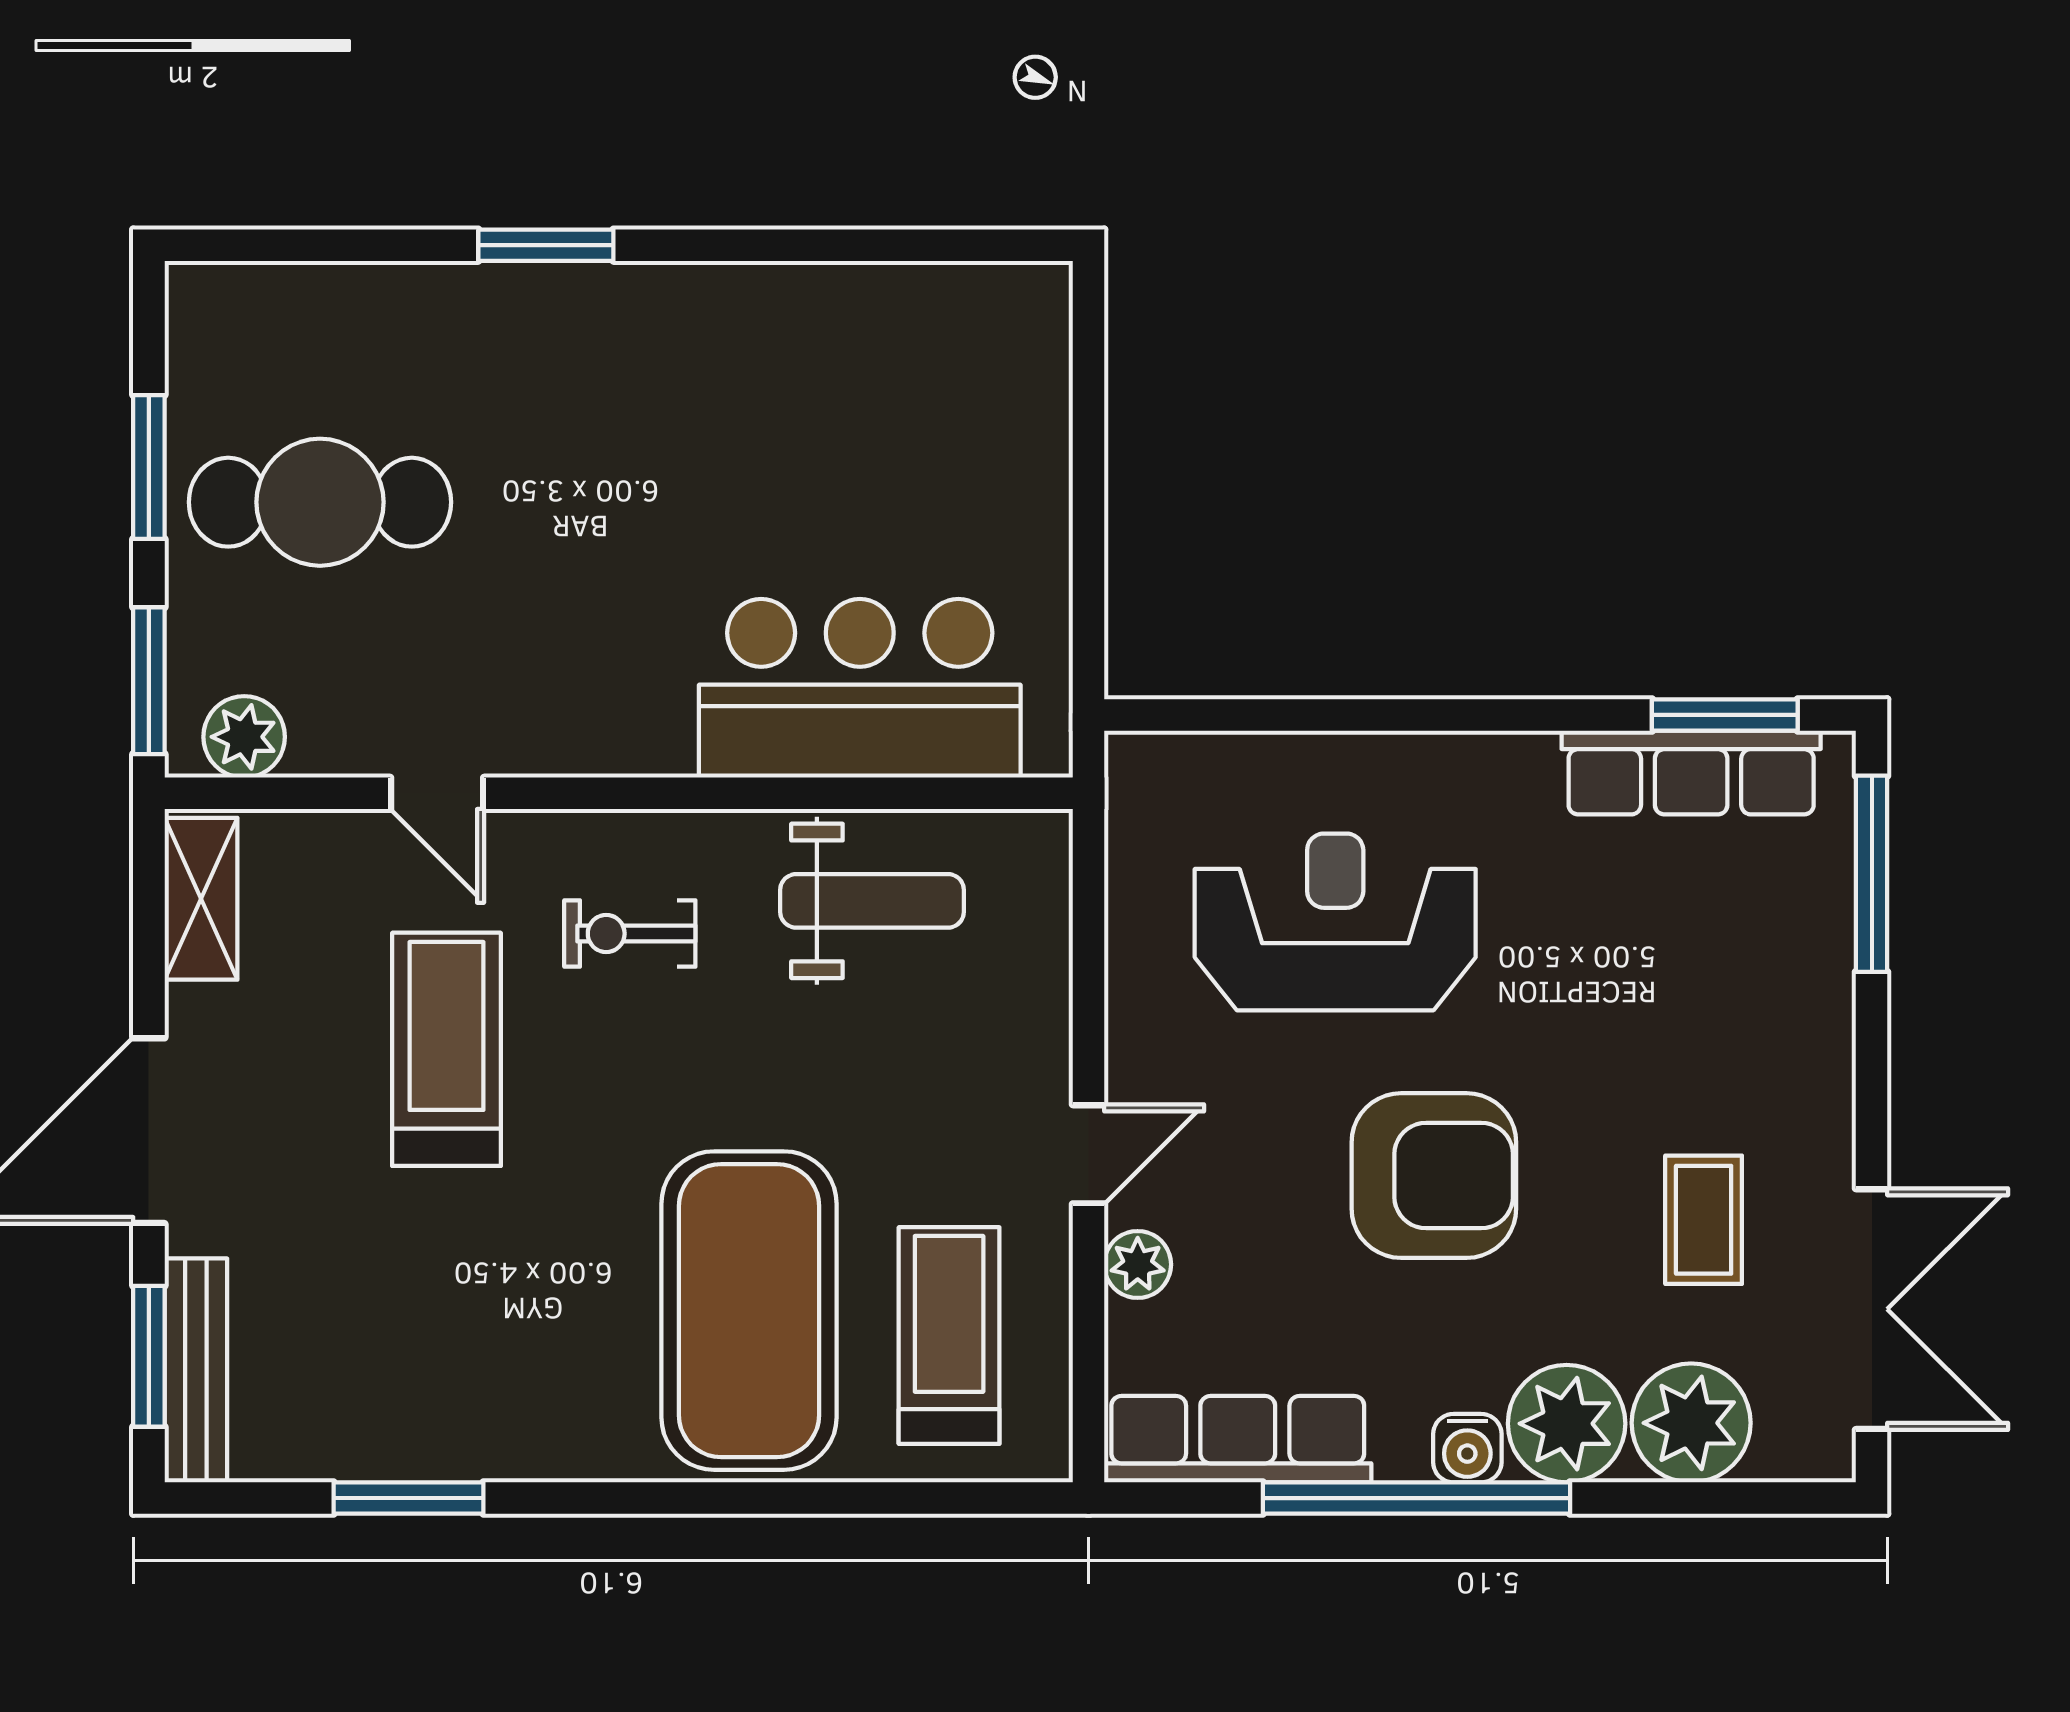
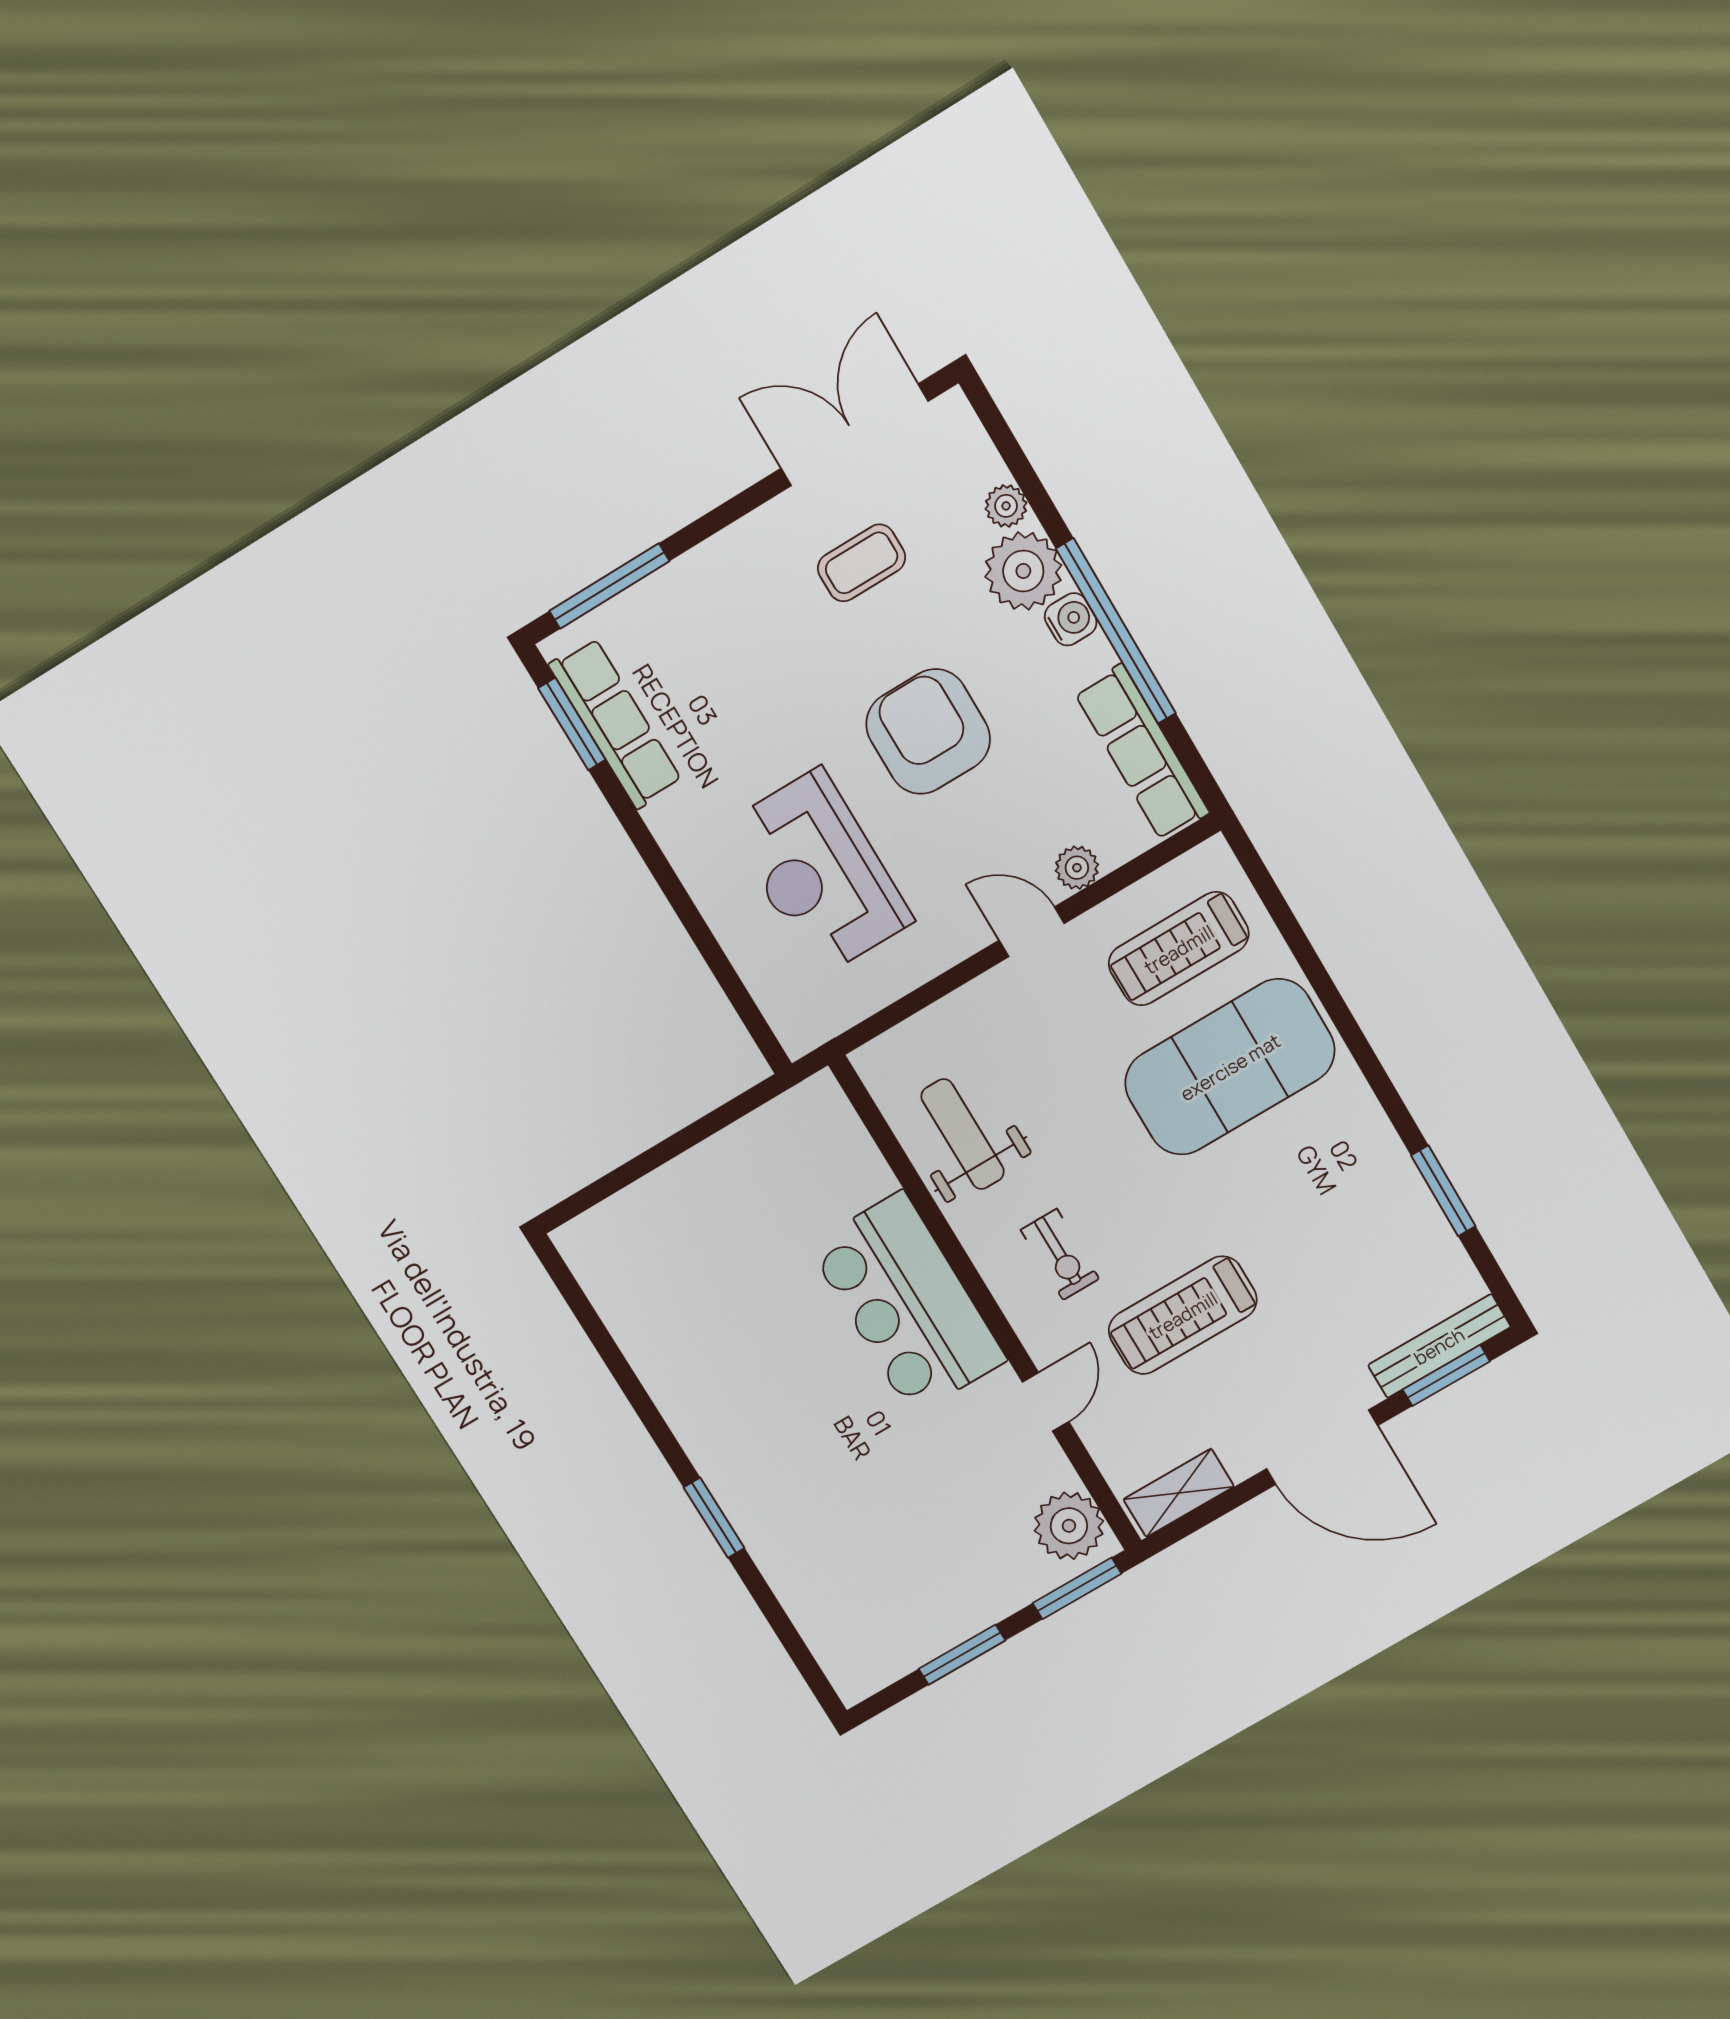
cafe table: (320, 502) -> (926, 1555), removed
bar counter: (860, 688) -> (907, 1303), moved
plant: (244, 737) -> (1069, 1526), width x1.36, depth x1.36
plant: (1691, 1423) -> (1006, 506), width x0.53, depth x0.53

